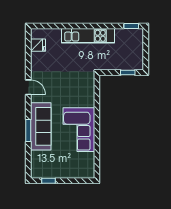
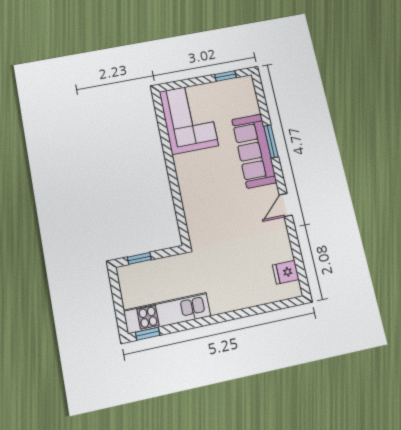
kitchen unit: (88, 36) -> (167, 313), moved
door: (28, 87) -> (286, 205), hinge flipped
corner sofa: (79, 130) -> (189, 119), moved

